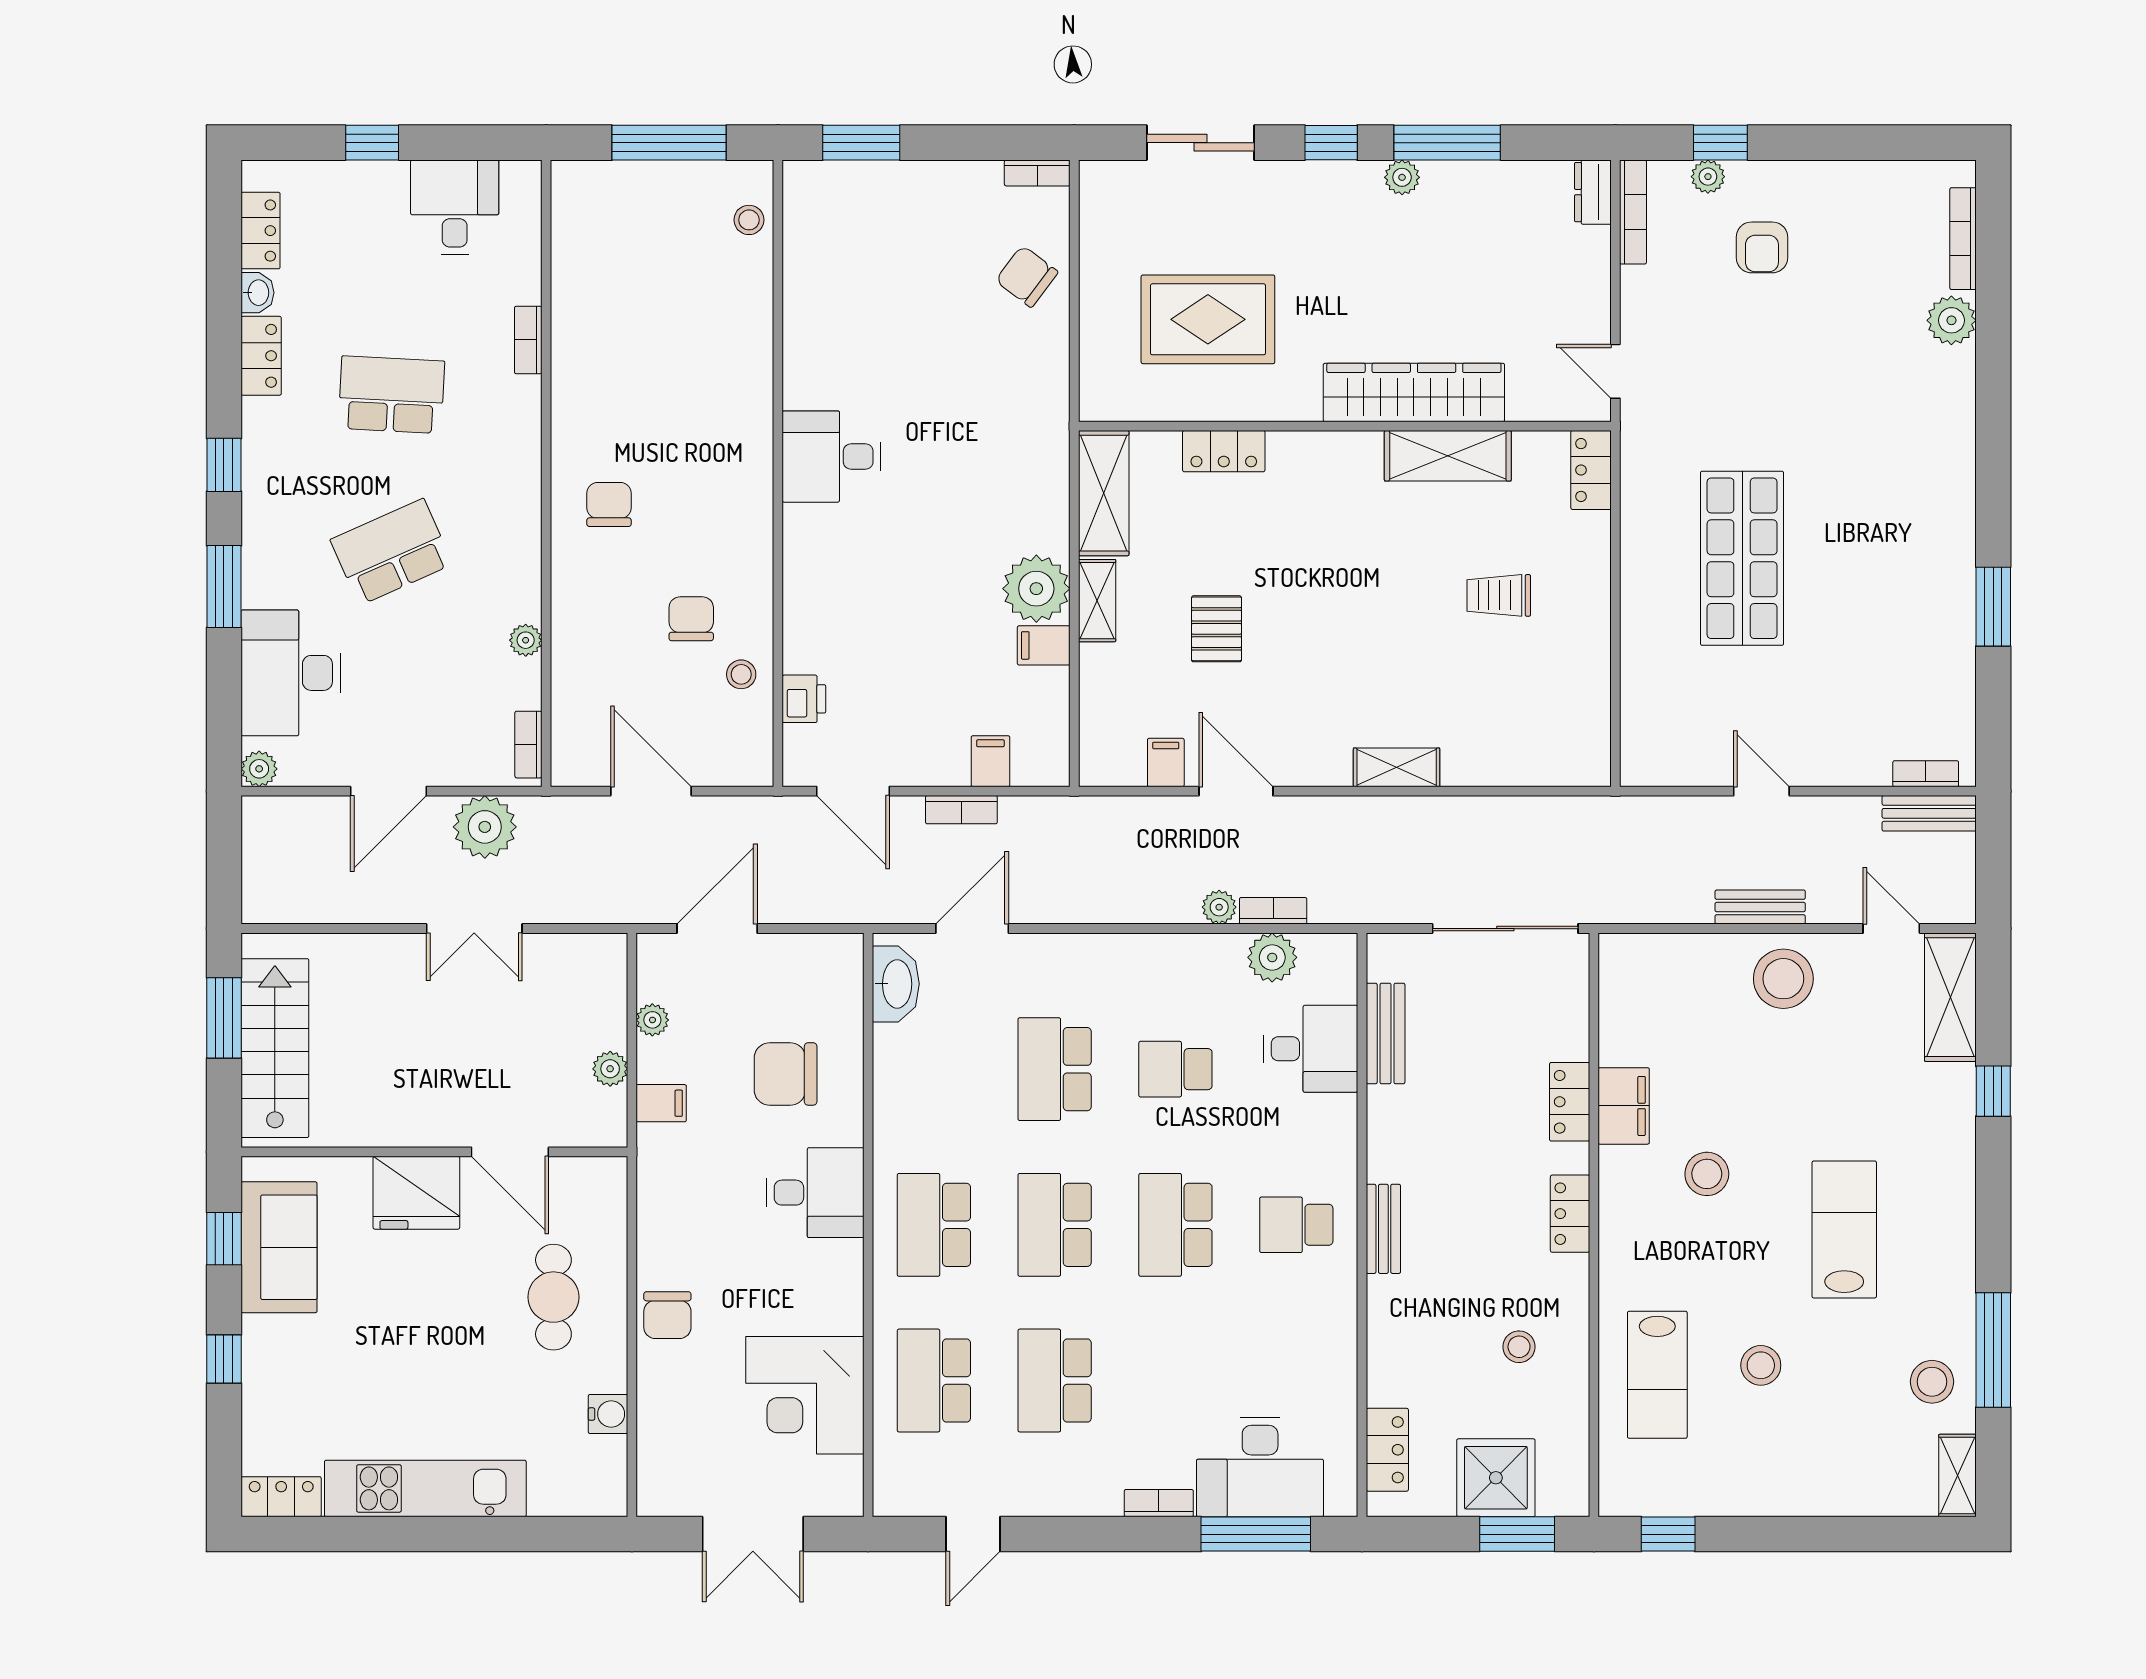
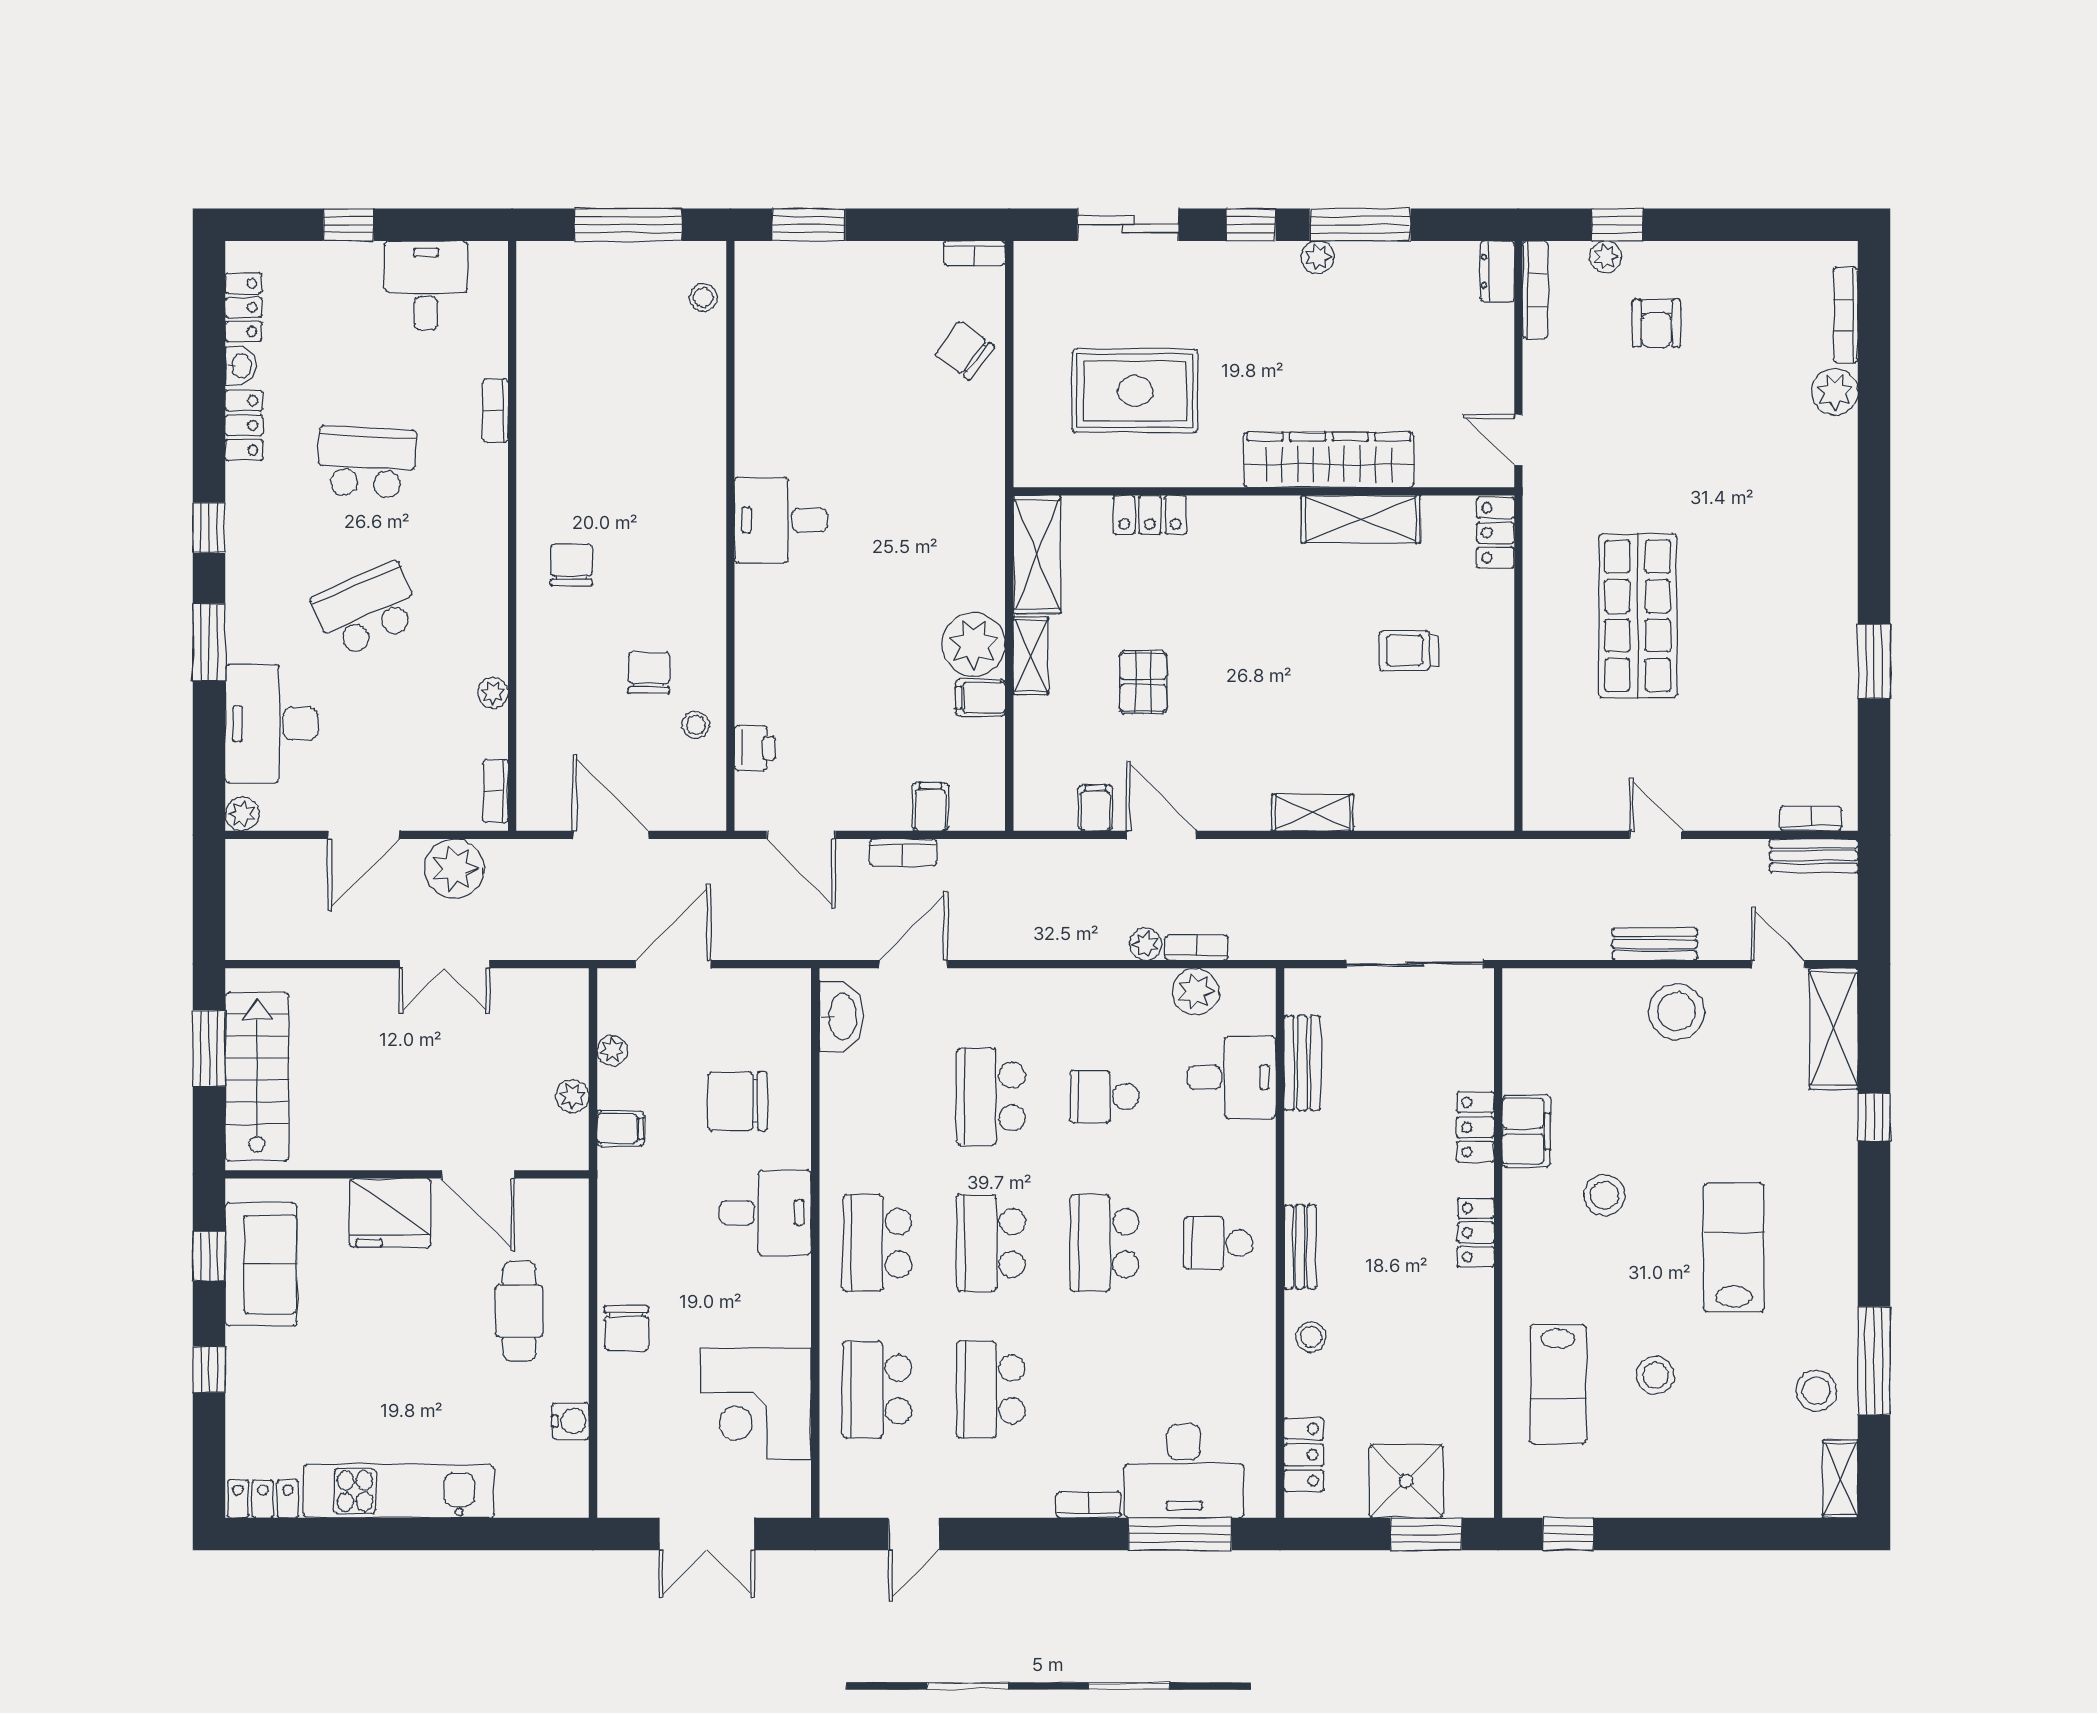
stool: (1519, 1347) -> (1311, 1337), moved

